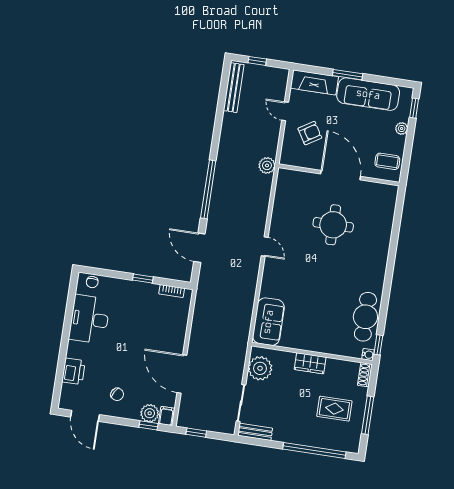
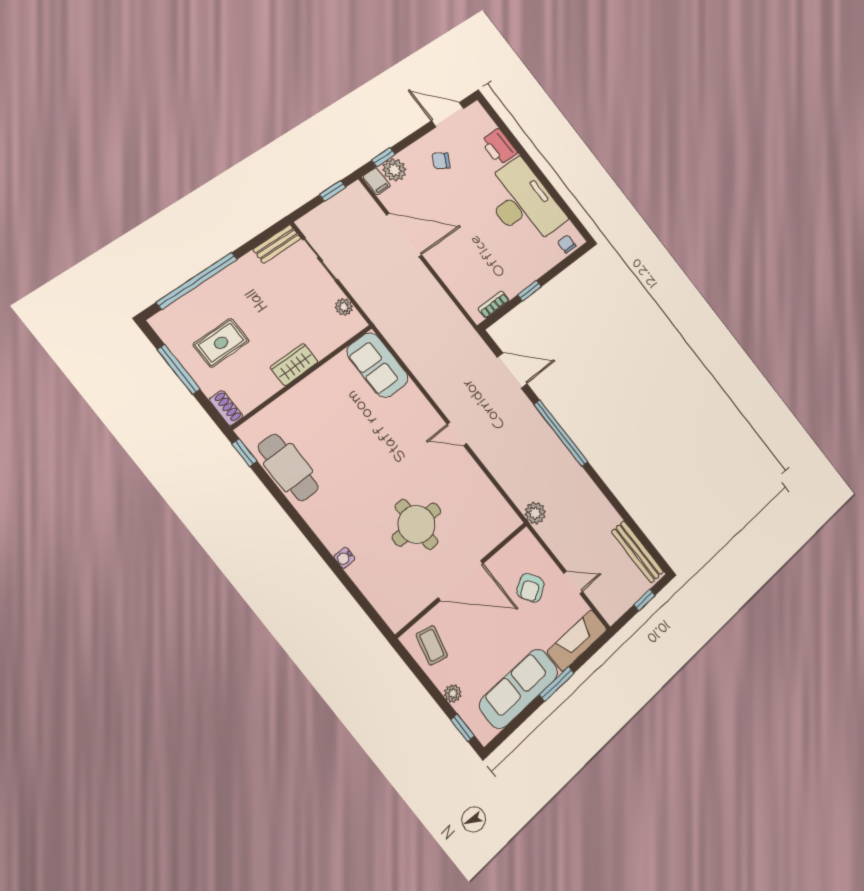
coffee table: (387, 161) -> (432, 645), turned -76
desk: (89, 319) -> (523, 203), width x1.36, depth x1.30
water cooler: (368, 355) -> (344, 558), moved
plant: (260, 368) -> (344, 307), width x0.53, depth x0.53

